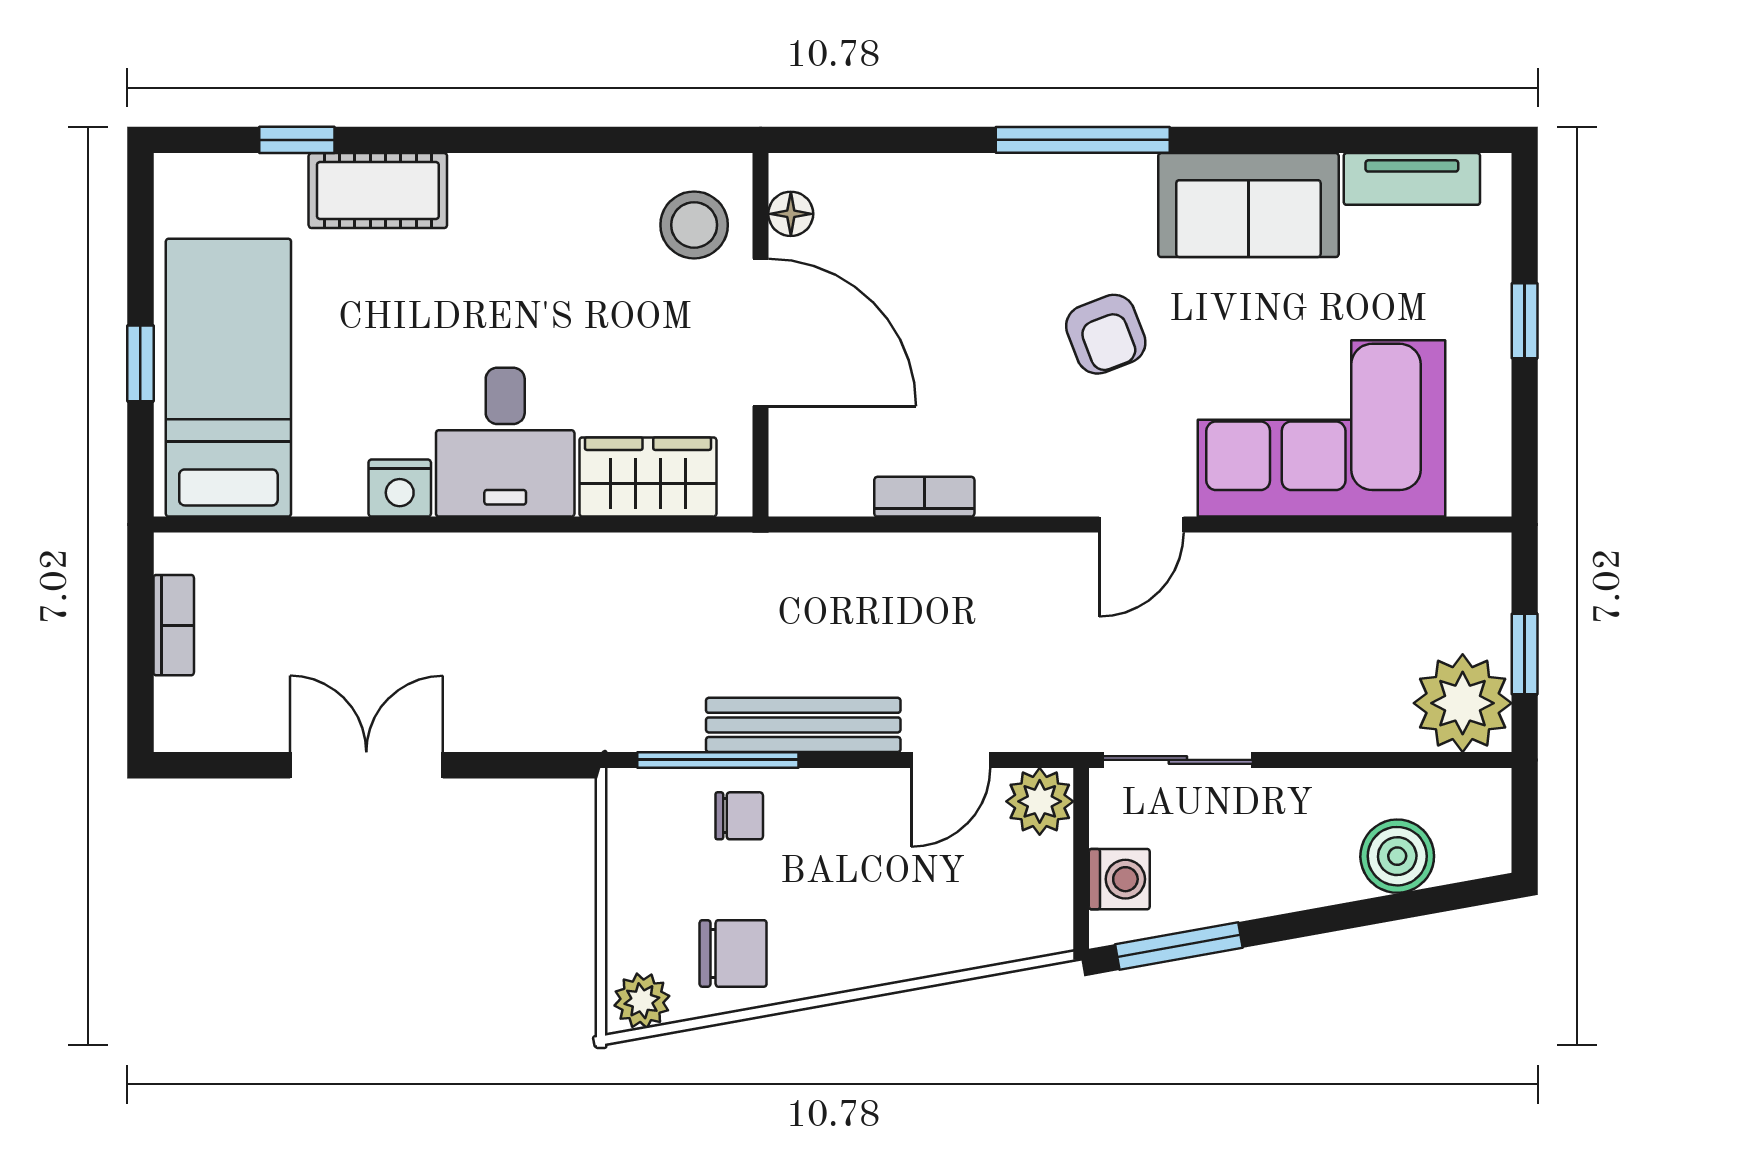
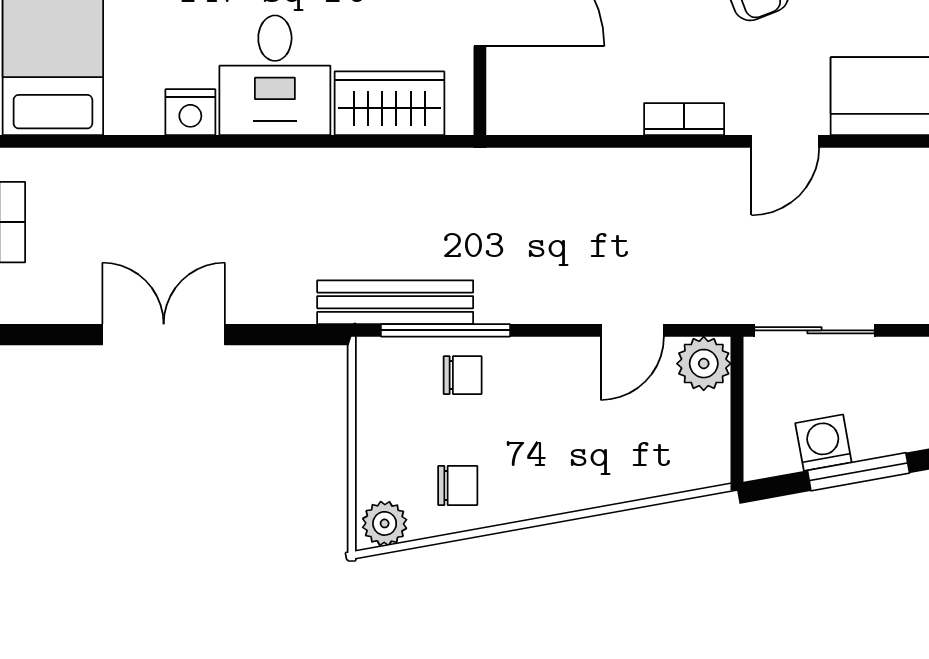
bookcase: (924, 497) -> (684, 119), moved
bench: (803, 725) -> (395, 302), moved
washing machine: (1119, 879) -> (823, 443), moved, turned -100
window: (1179, 946) -> (858, 472), moved
chair: (733, 953) -> (458, 486), width x0.73, depth x0.73

